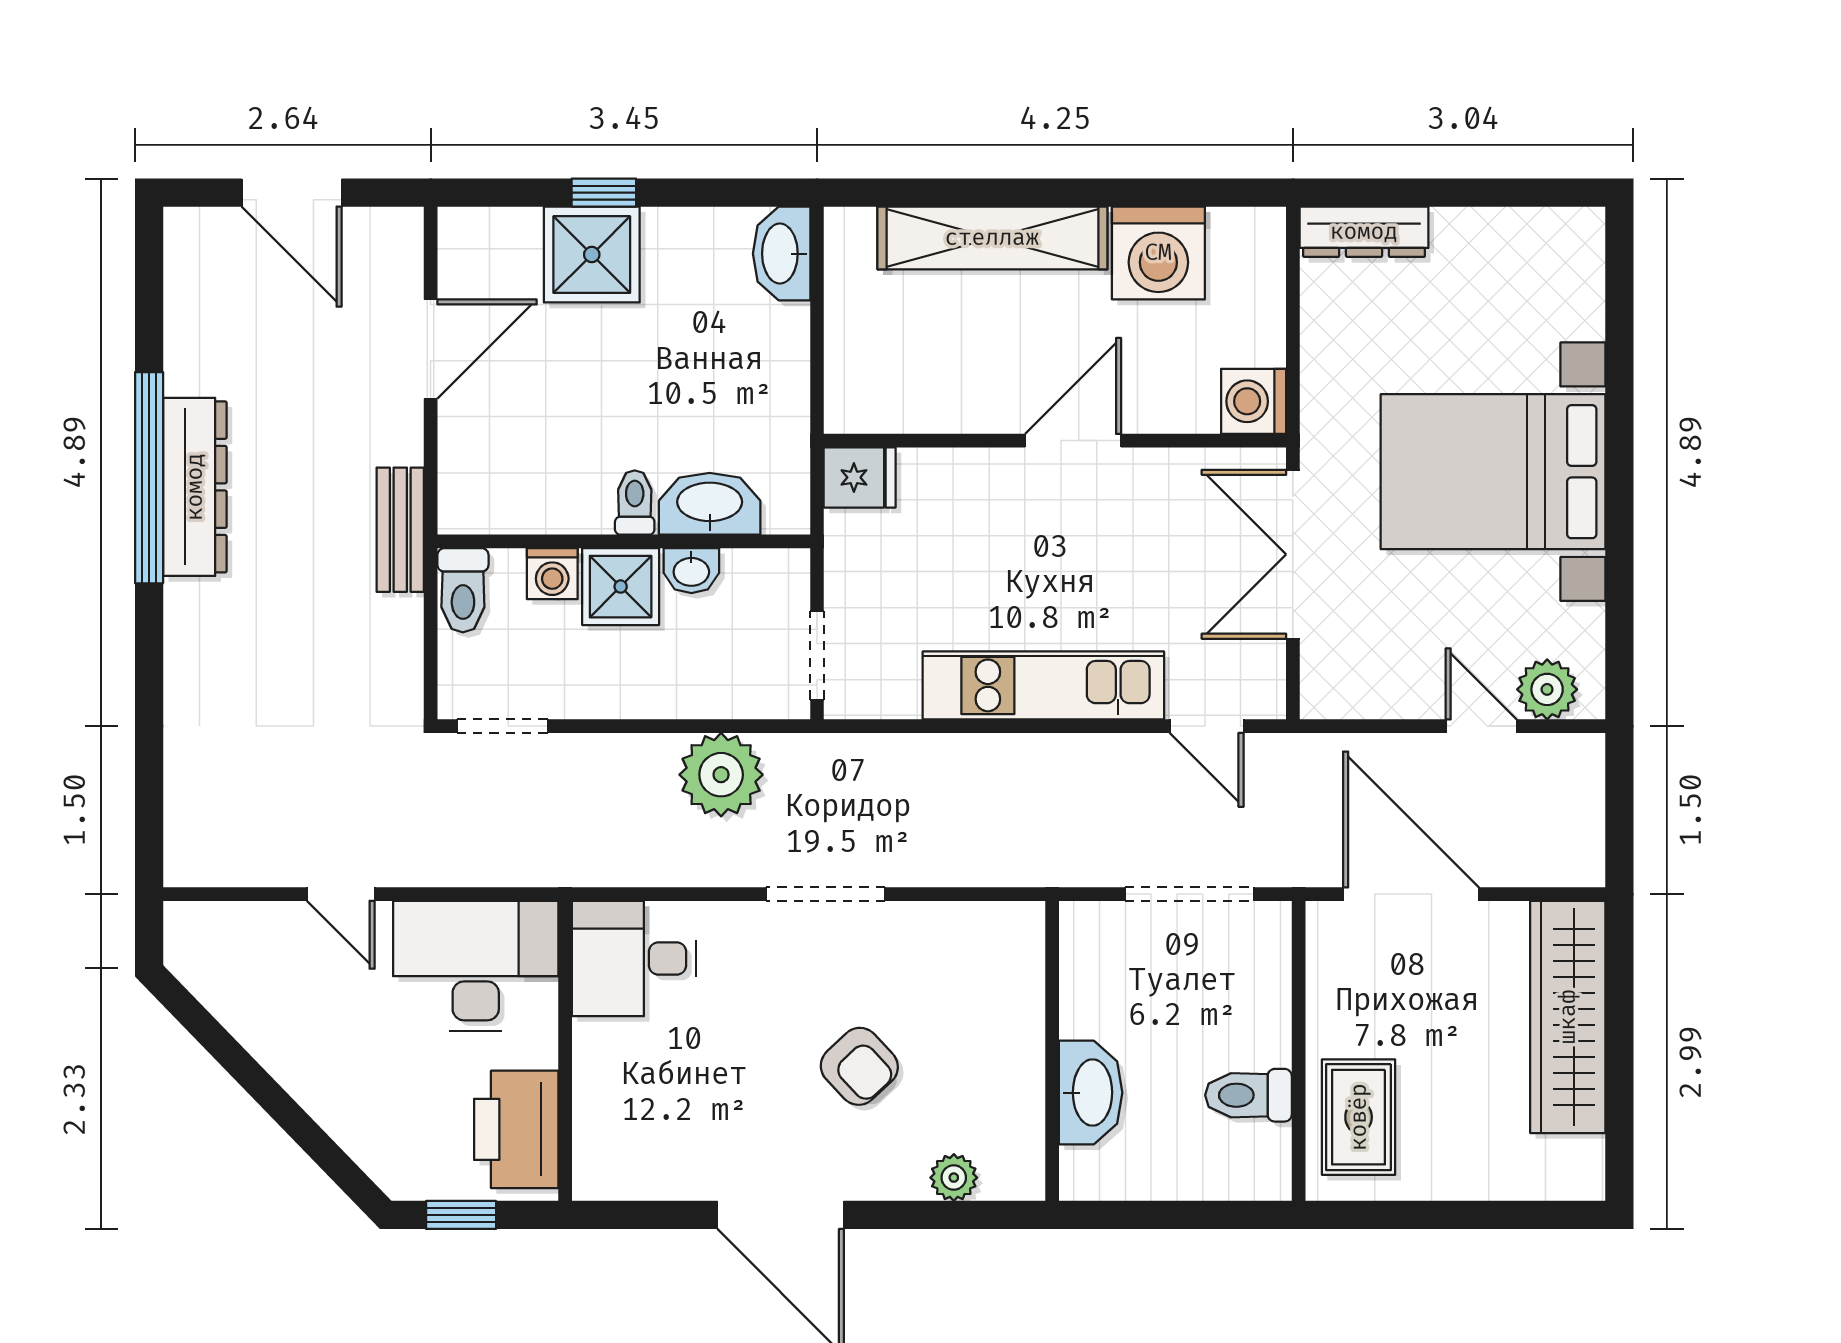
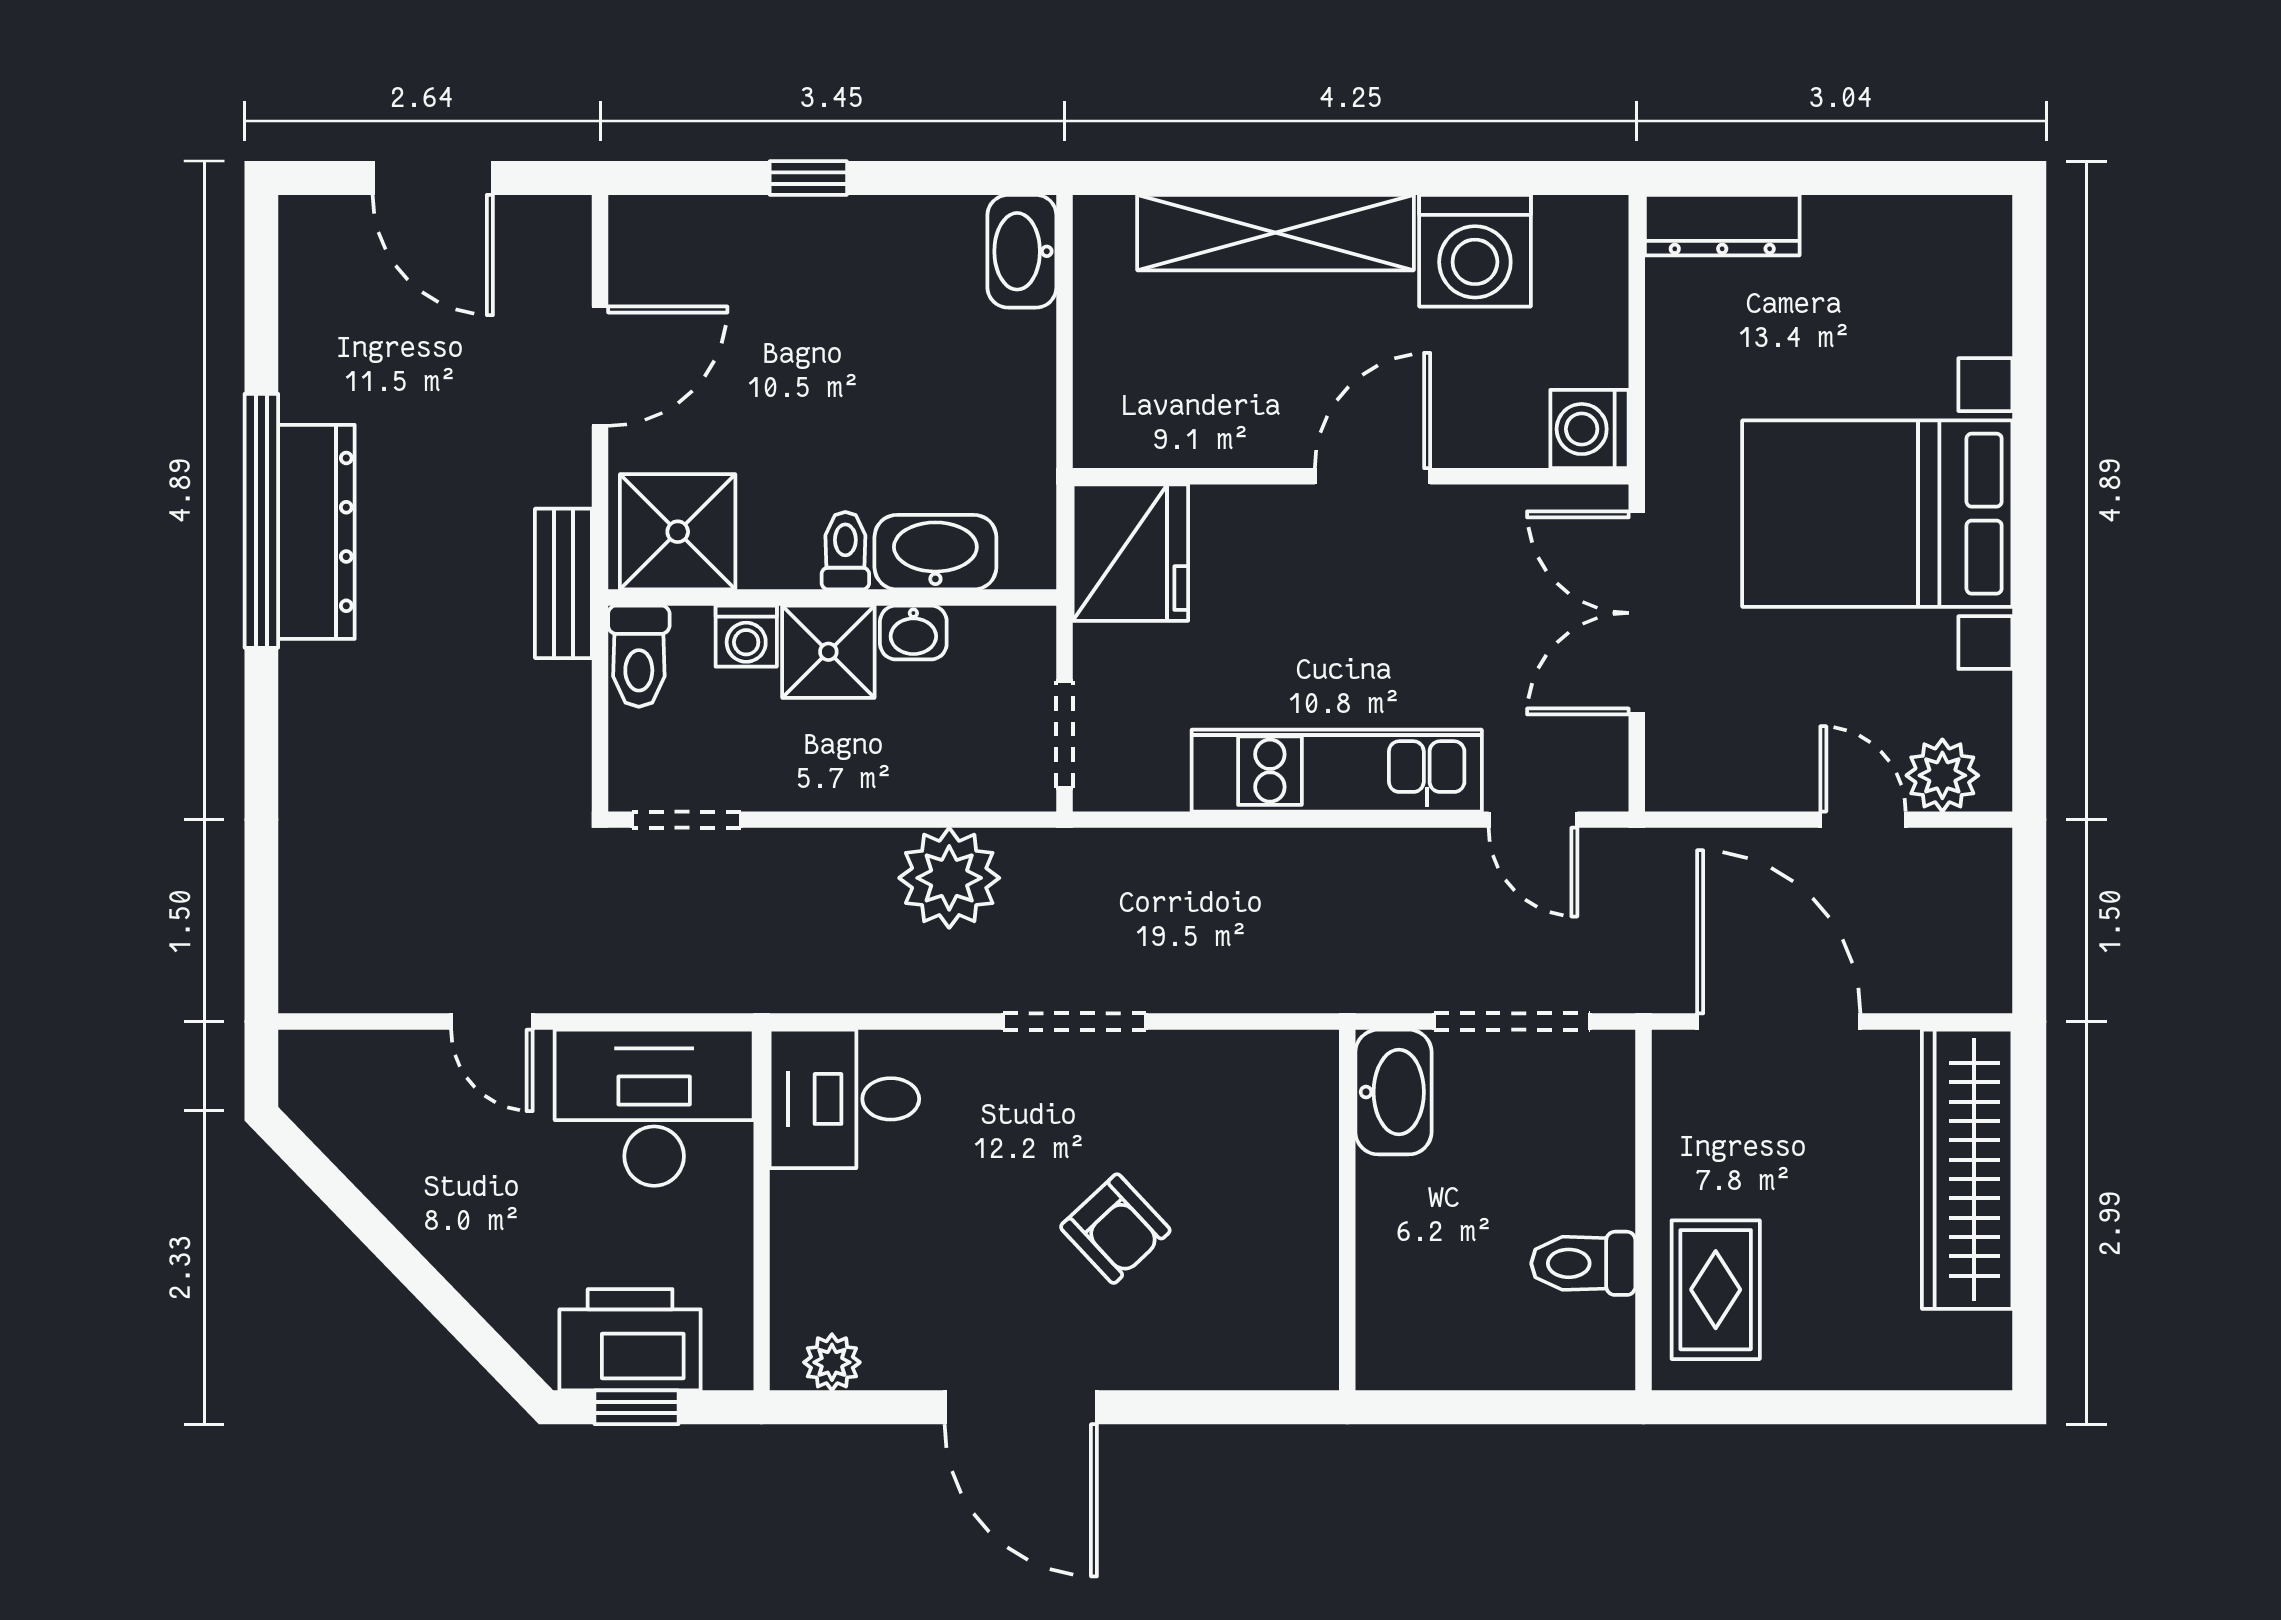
shower: (592, 255) -> (678, 532), moved
fridge: (860, 477) -> (1130, 553), width x1.88, depth x1.34
washbasin: (1091, 1093) -> (1393, 1092), moved
printer: (516, 1129) -> (630, 1340), moved, turned 90
plant: (954, 1178) -> (832, 1362), moved

